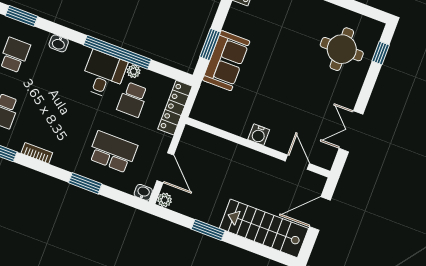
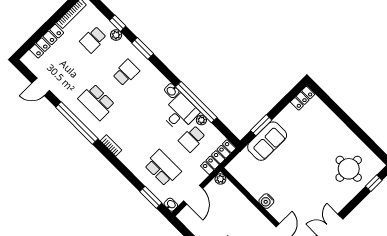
washbasin: (59, 43) -> (172, 91), moved
window: (85, 183) -> (151, 197), moved
plant: (165, 200) -> (220, 179), moved

